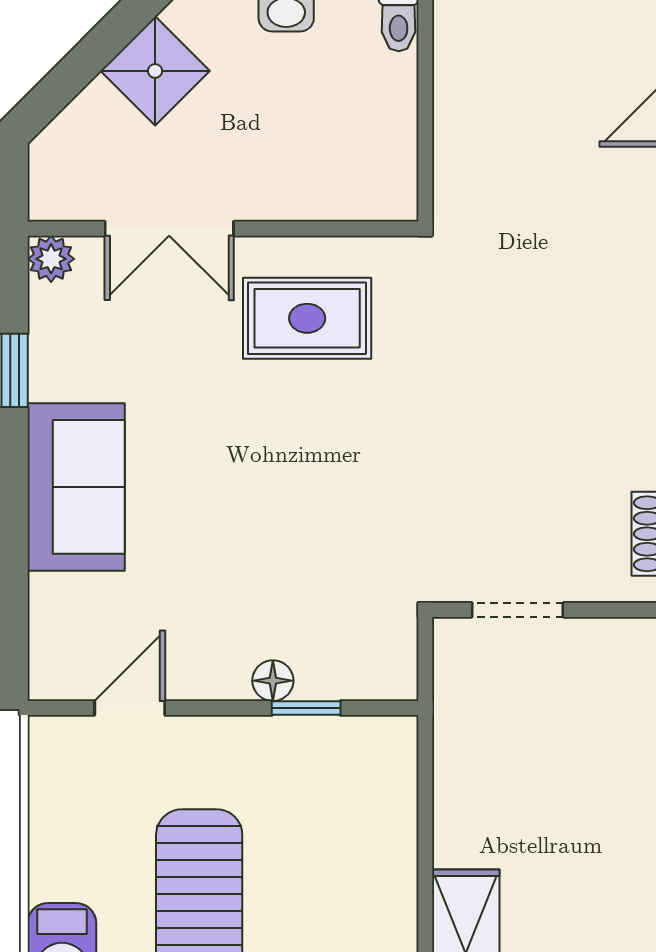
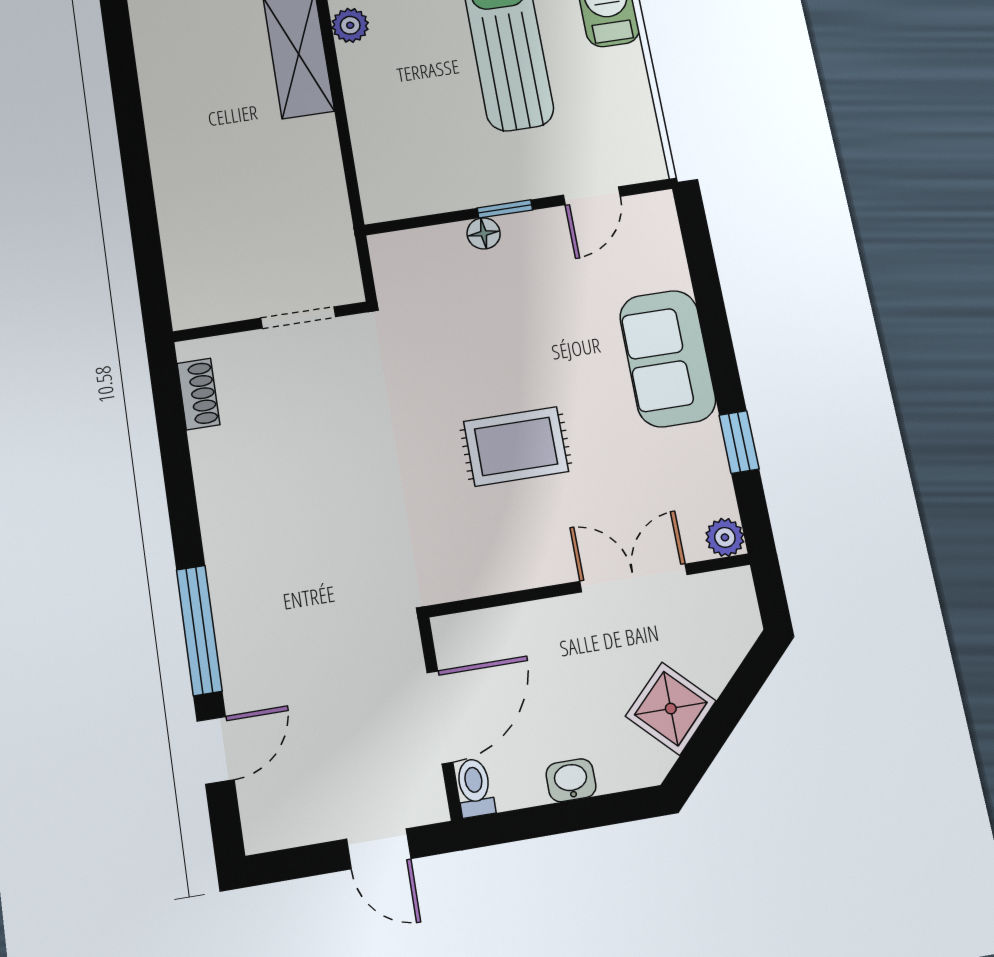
door: (425, 105) -> (440, 717), added
rug: (307, 318) -> (516, 446), moved
window: (306, 708) -> (505, 209), moved

